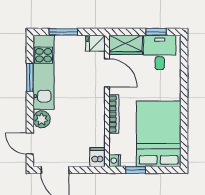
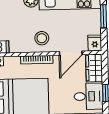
stool: (88, 107) -> (42, 38), added

